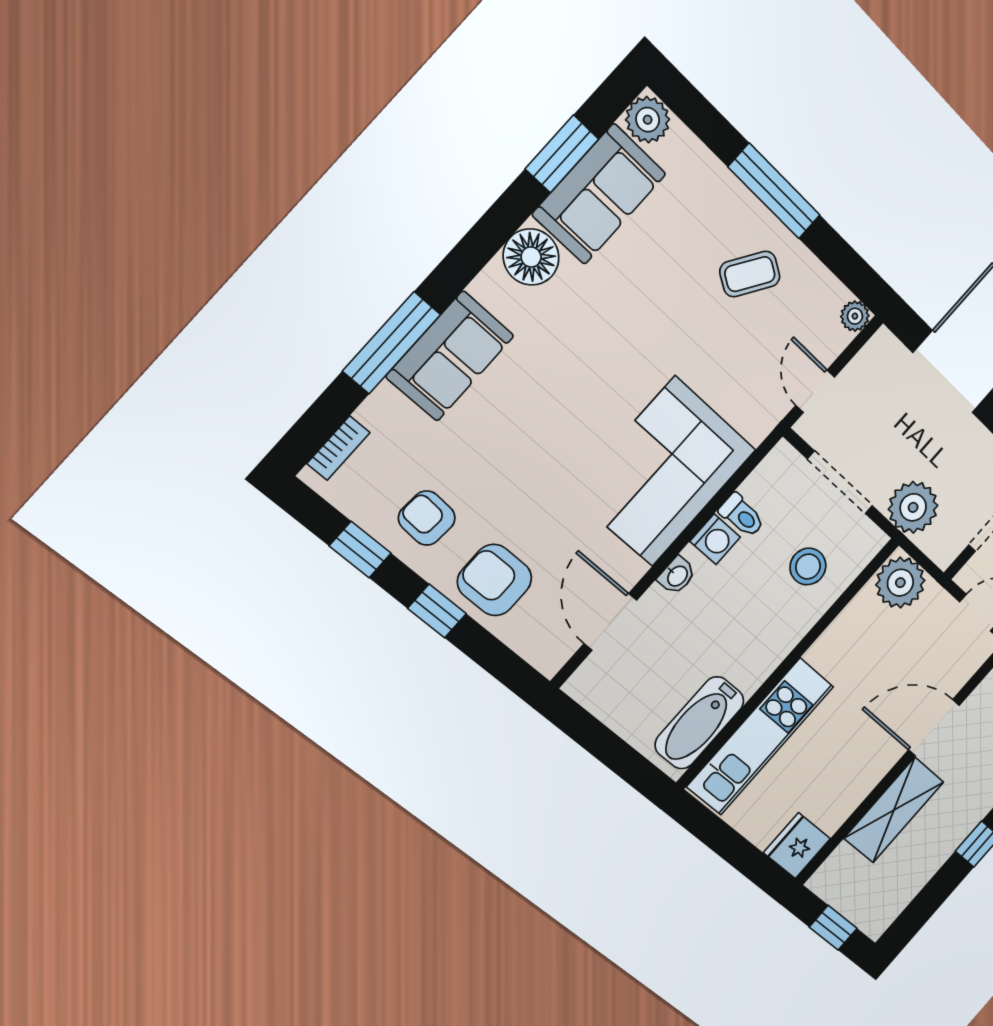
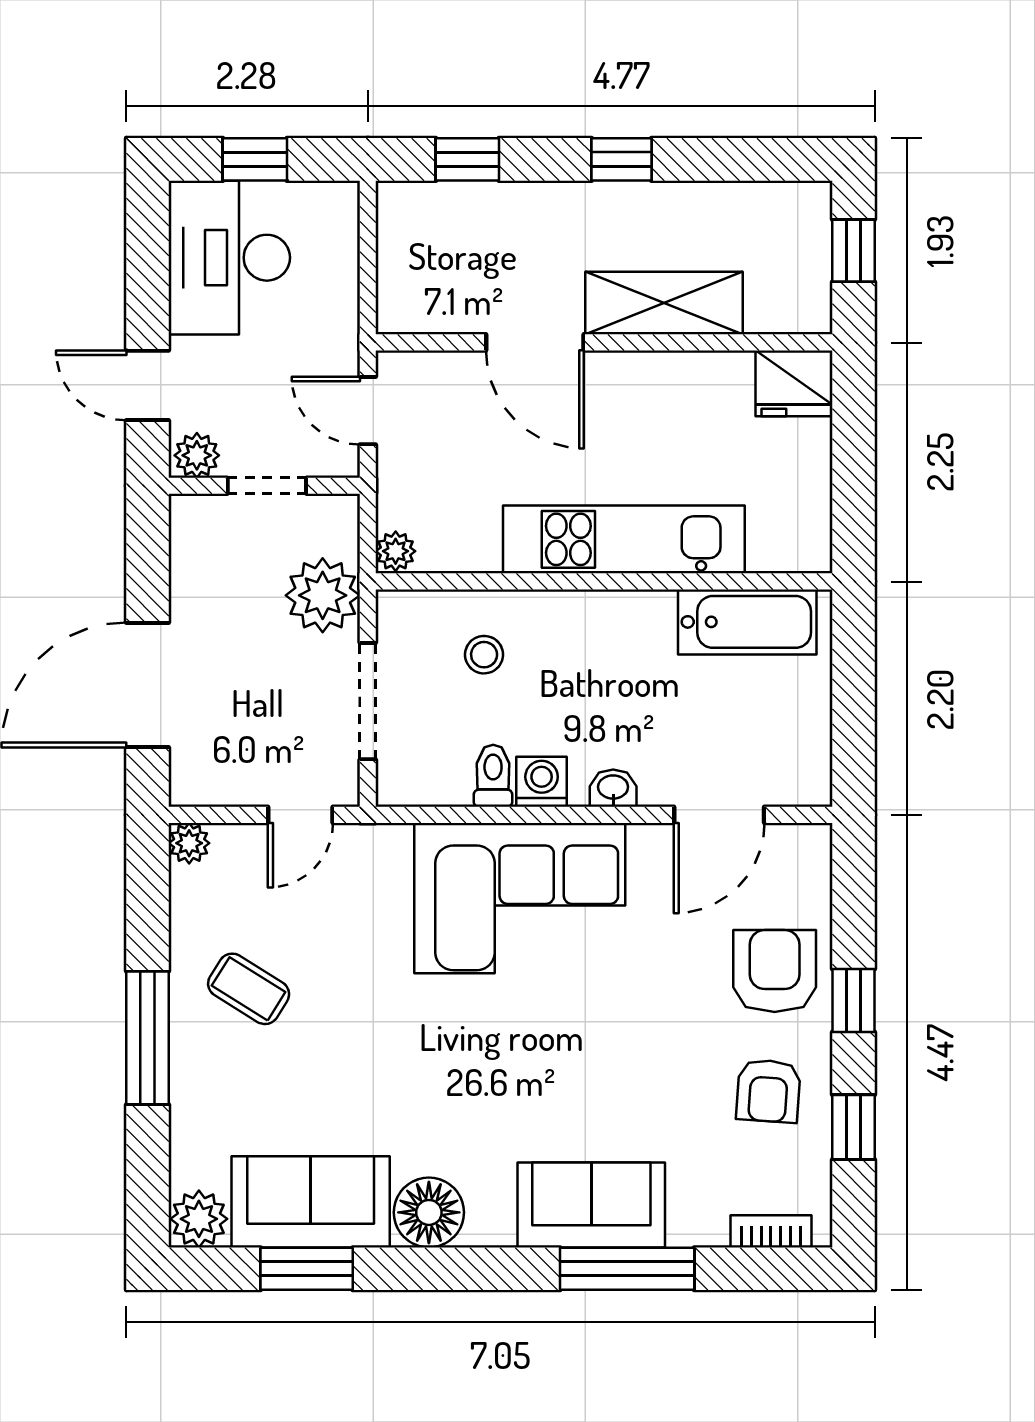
stool: (808, 567) -> (484, 655), width x0.73, depth x0.73
armchair: (495, 580) -> (775, 971), turned 180
plant: (900, 583) -> (396, 551), width x0.53, depth x0.53
kitchen unit: (760, 736) -> (624, 539), moved

